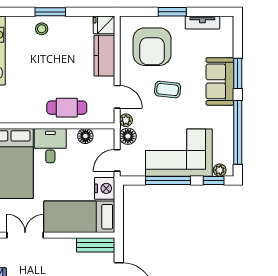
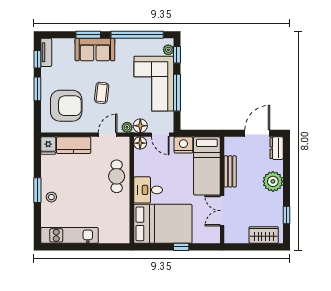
window: (208, 12) -> (37, 59), added
tv unit: (202, 23) -> (46, 52), moved
floor lamp: (85, 136) -> (140, 143), moved
bench: (96, 245) -> (230, 171), moved

